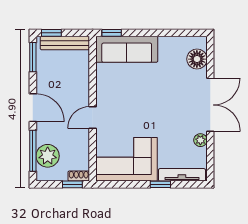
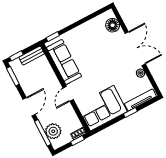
bench: (65, 43) -> (32, 56), width x0.73
sofa: (127, 49) -> (64, 62), moved, turned -90
door: (33, 108) -> (29, 107), hinge flipped

